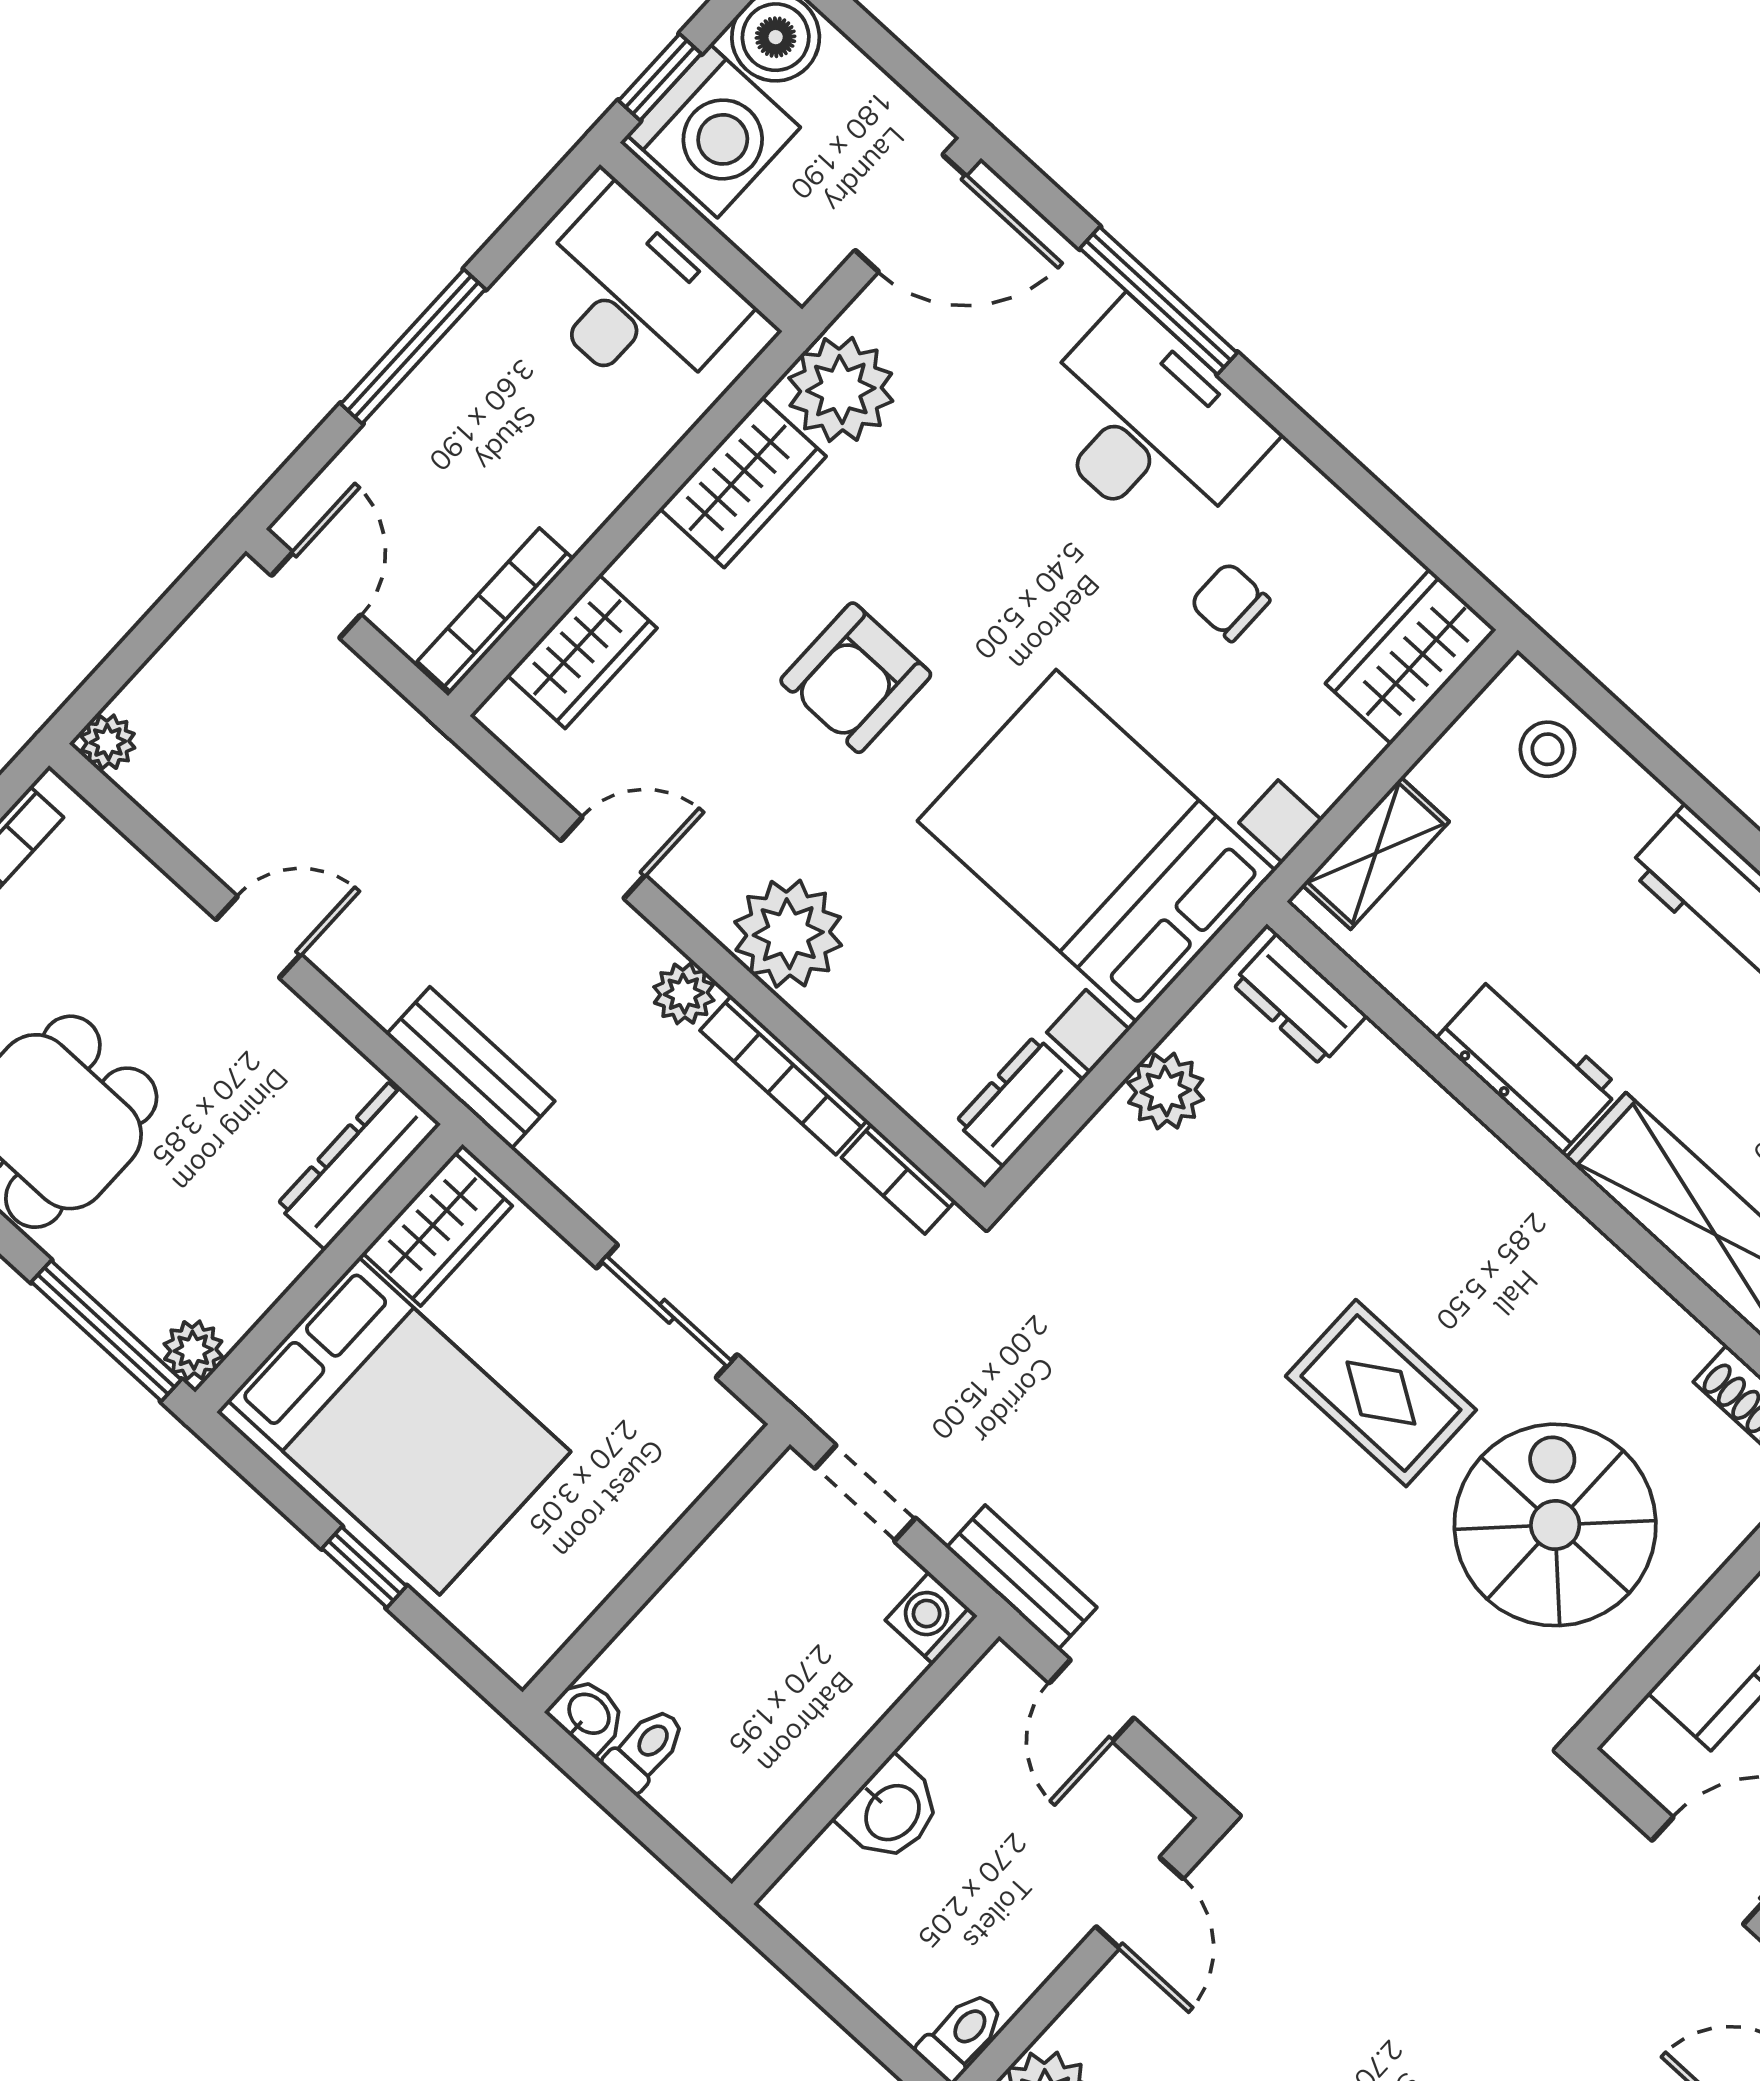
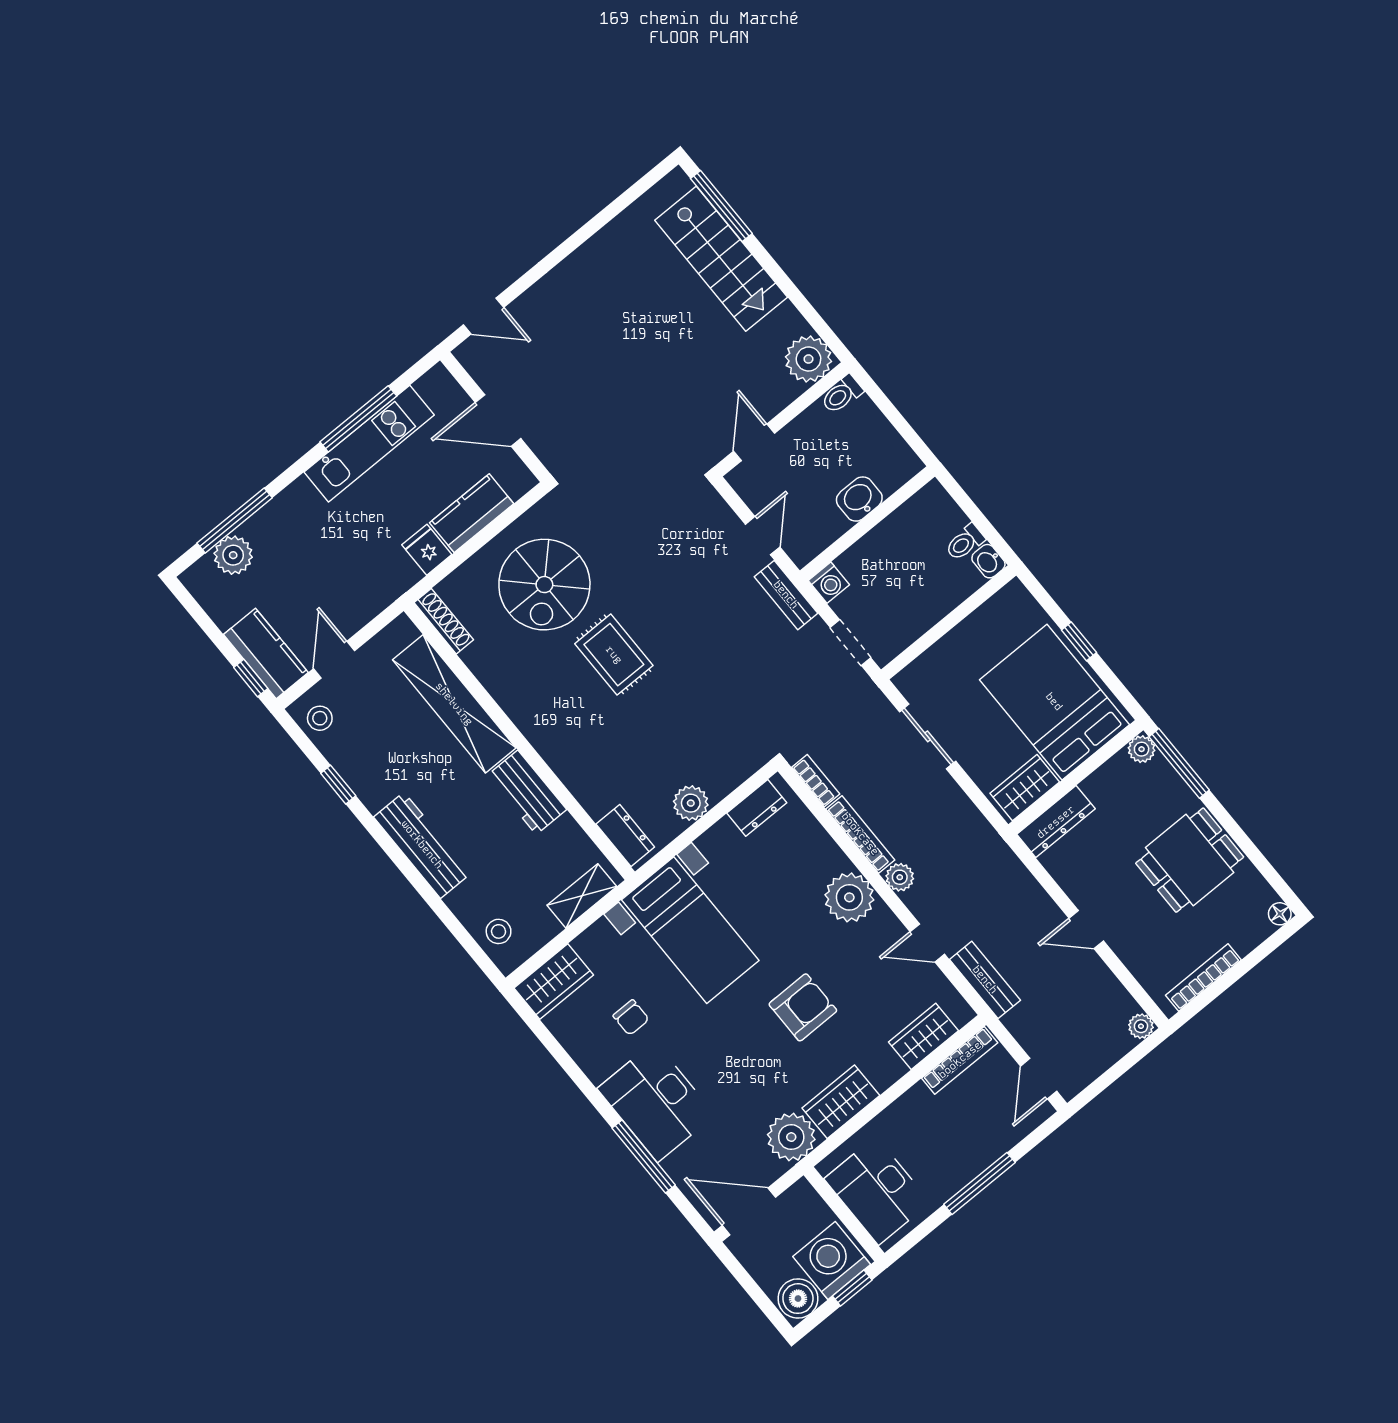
bed with nightstands: (1096, 846) -> (690, 930), width x0.73
bench: (471, 1068) -> (985, 980), moved

